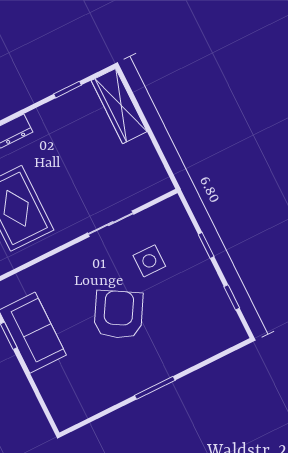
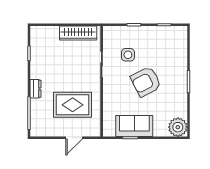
wardrobe: (119, 106) -> (78, 33), moved
armchair: (118, 314) -> (146, 82), turned -57
plant: (68, 408) -> (178, 127), added

